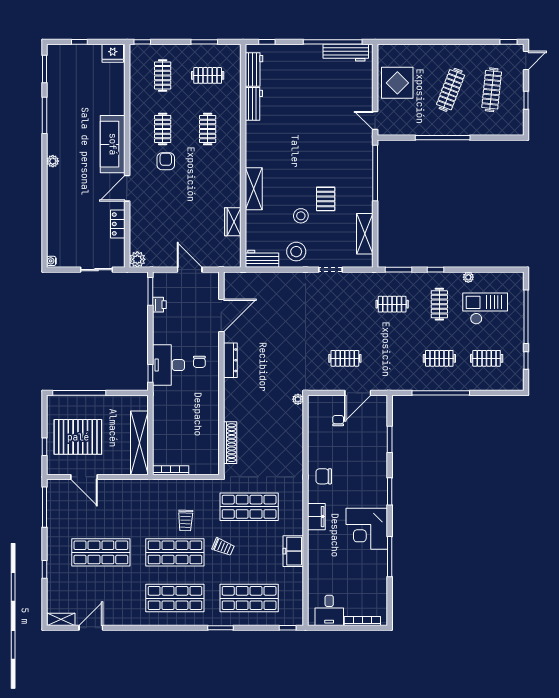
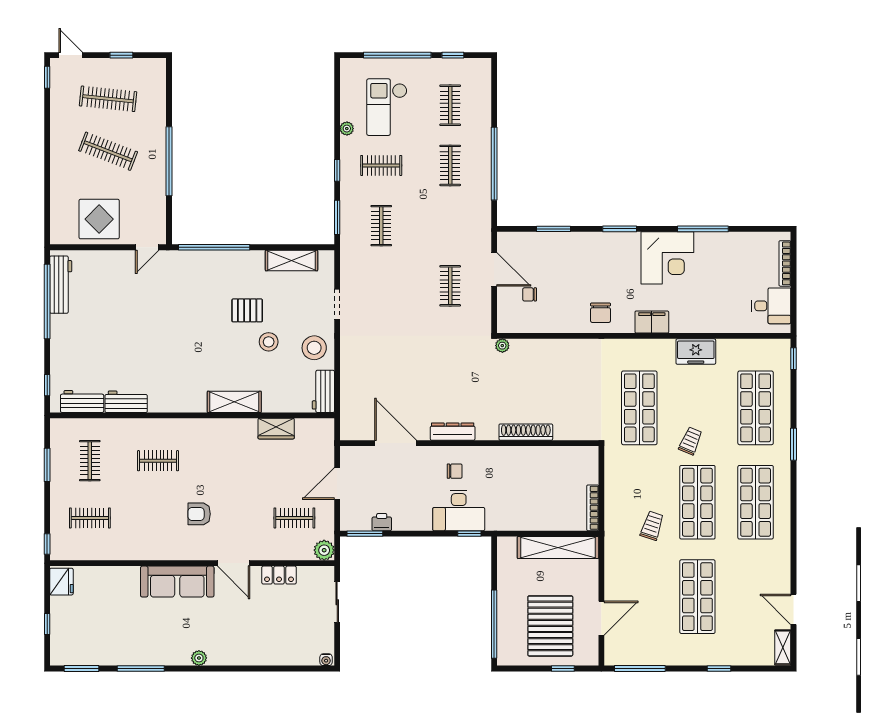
clothes rail: (163, 129) -> (294, 518), moved
shoe rack: (230, 443) -> (526, 432), moved
trolley: (185, 520) -> (652, 526), moved, turned -74

